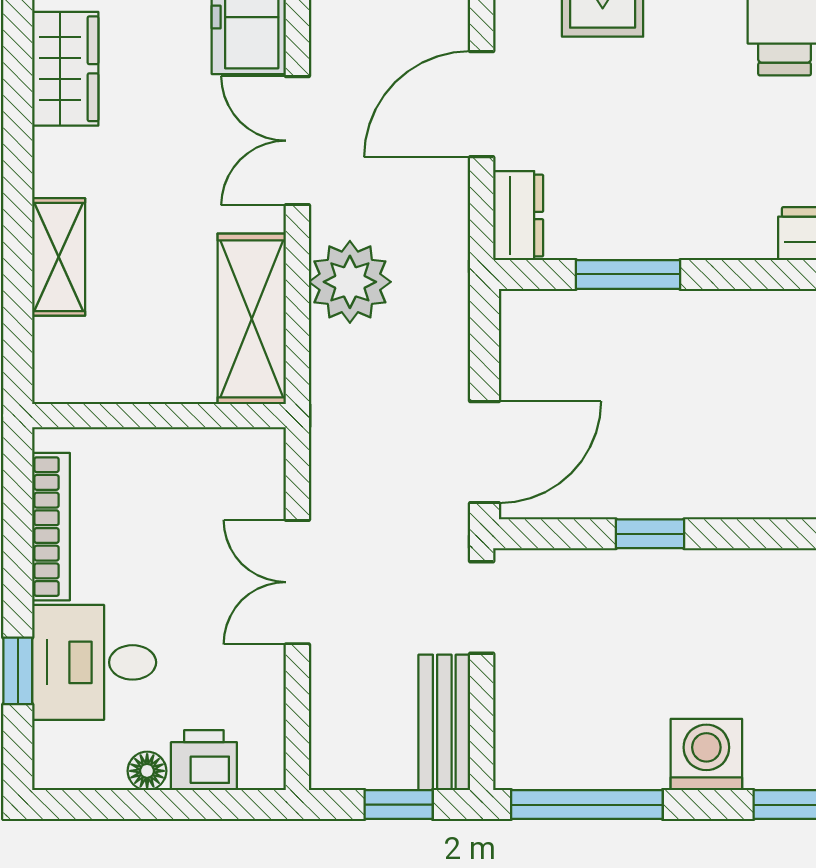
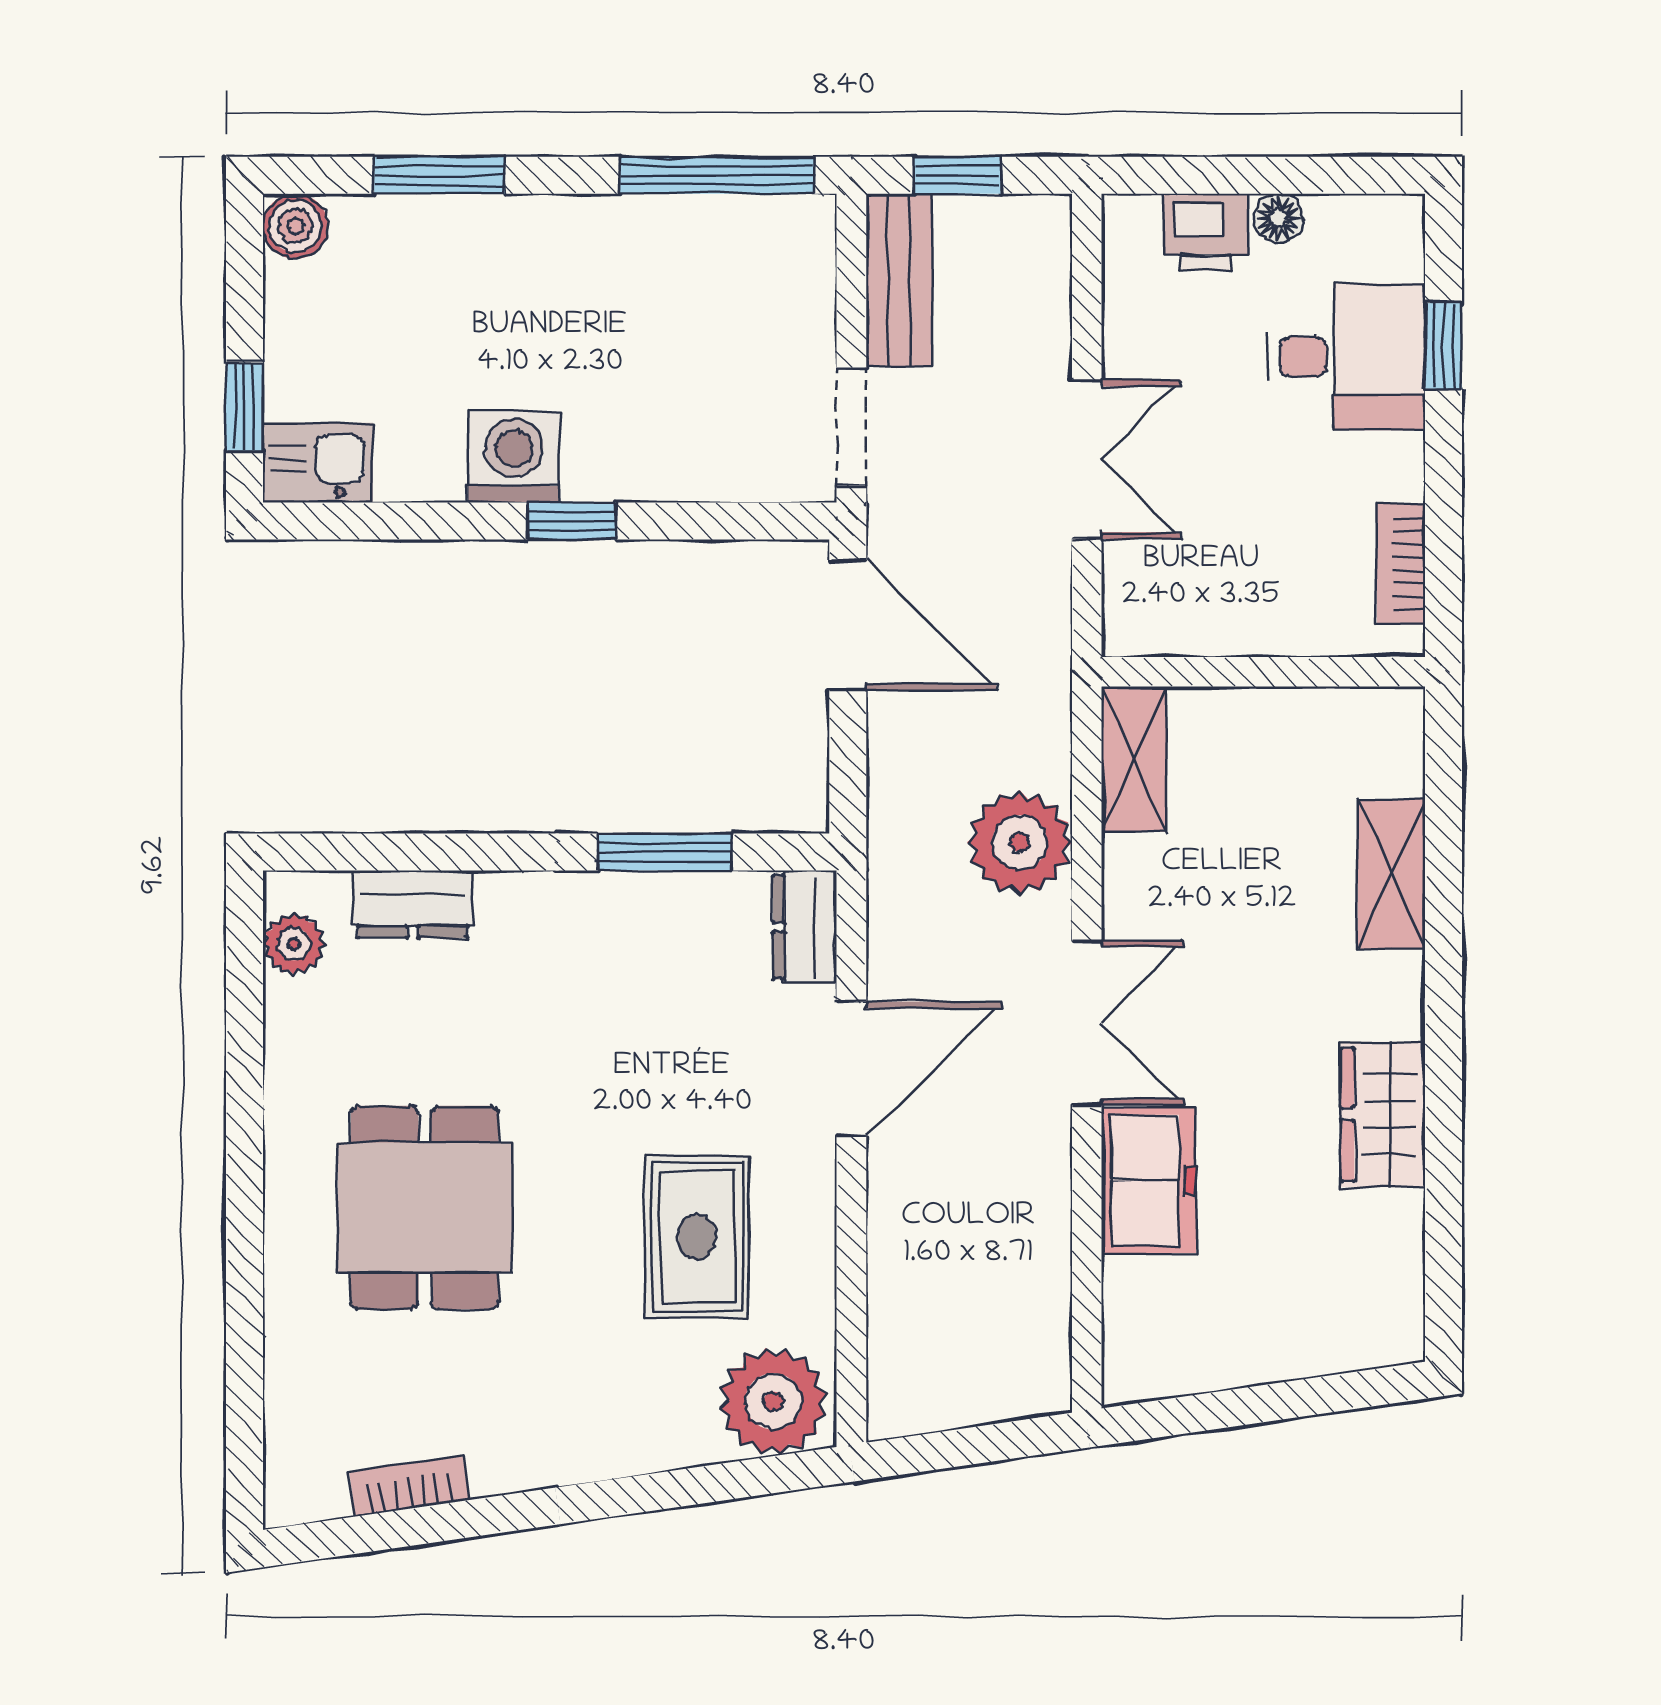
shelving: (252, 319) -> (1134, 759), width x0.67, depth x0.75
door: (485, 452) -> (848, 625), swing flipped
bookcase: (51, 527) -> (1401, 564), width x0.64
window: (650, 534) -> (572, 521), moved
washing machine: (706, 755) -> (514, 457), moved, turned 180

